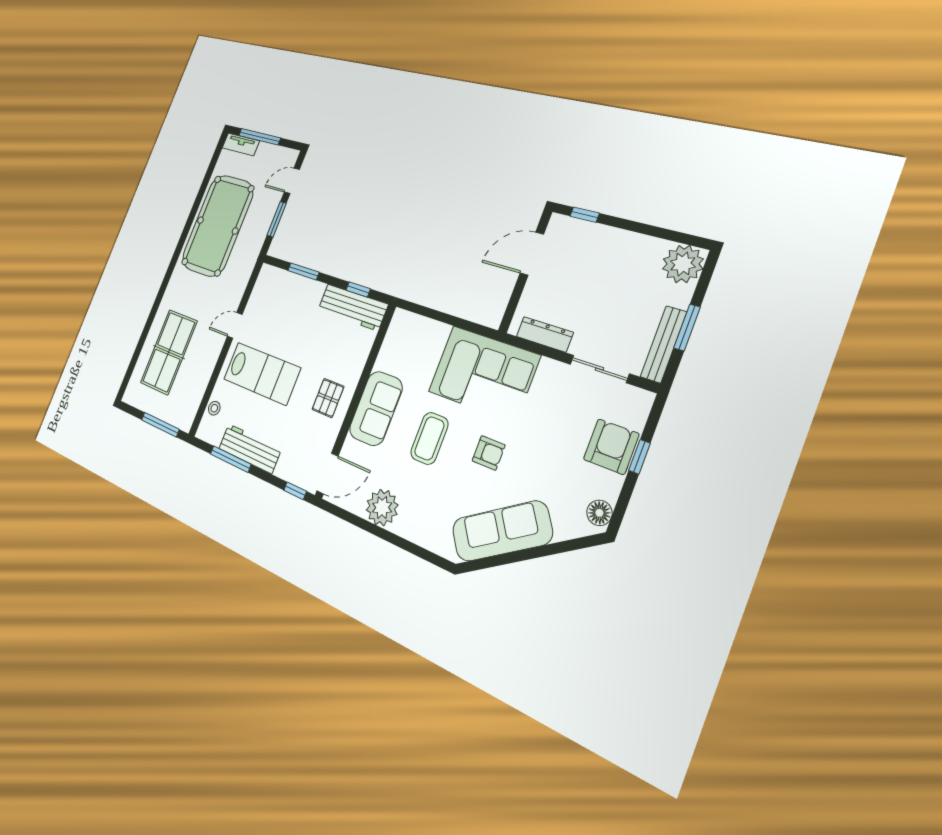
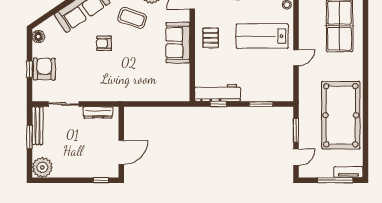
corner sofa: (484, 374) -> (123, 82), removed
coffee table: (429, 438) -> (132, 18), moved, turned -71
armchair: (611, 447) -> (44, 69), turned 180

